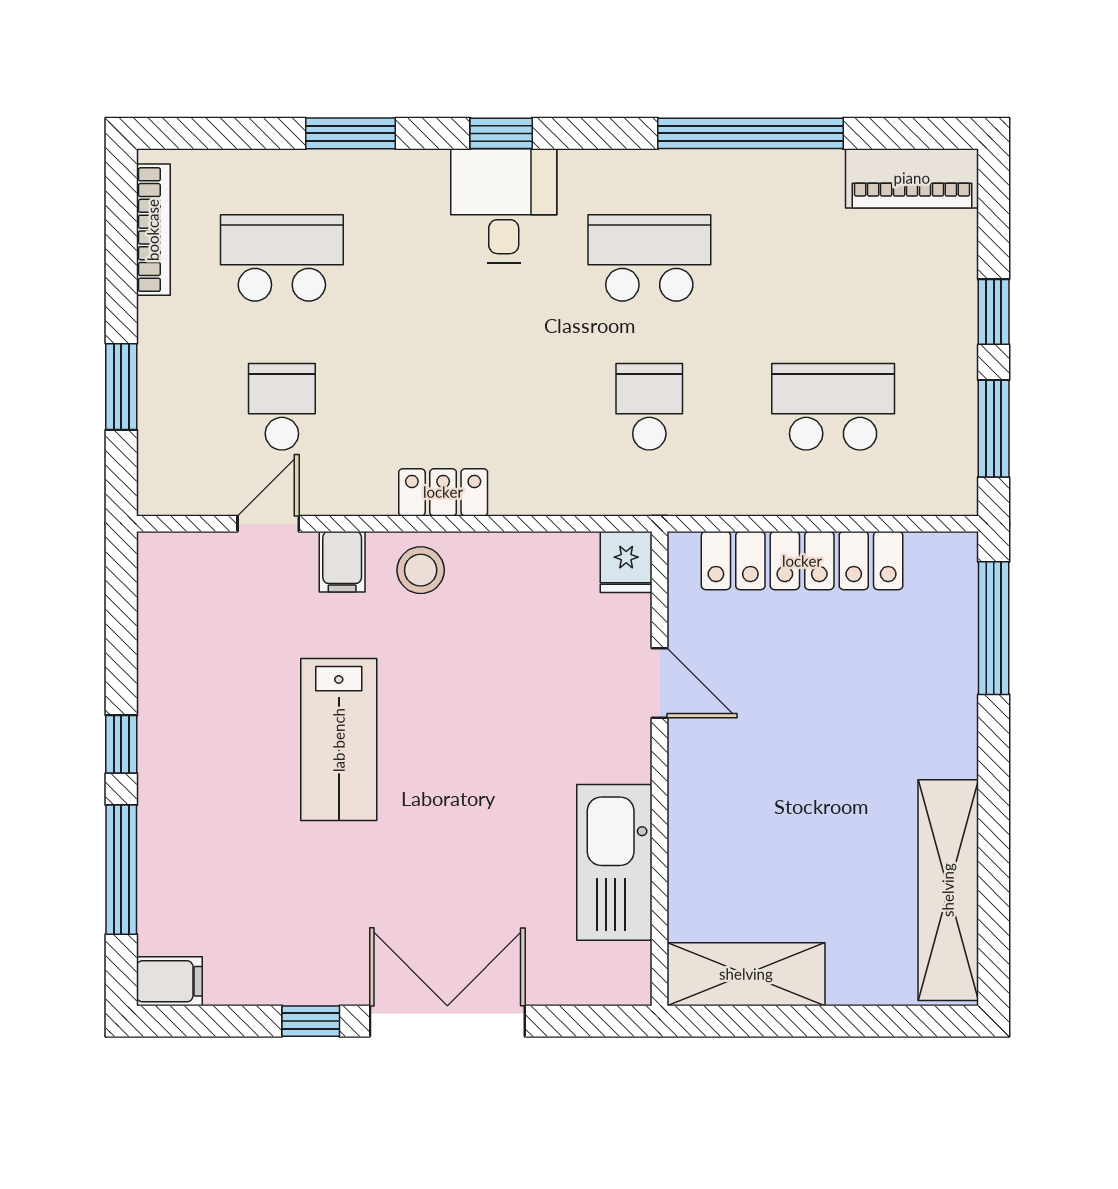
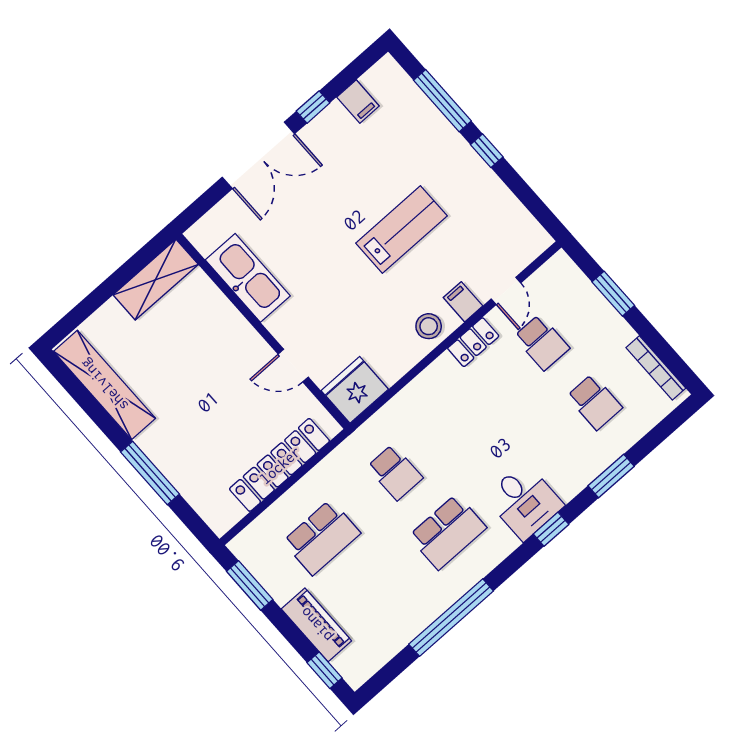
piano: (912, 178) -> (316, 625), moved, turned 90
school desk: (282, 258) -> (595, 402), width x0.54
window: (994, 312) -> (325, 670), moved
locker: (443, 492) -> (473, 342), moved
fridge: (626, 562) -> (355, 390), width x1.88, depth x1.34
window: (994, 628) -> (150, 473), moved
lab bench: (339, 740) -> (401, 230), turned 90
filing cabinet: (169, 981) -> (358, 101), moved, turned -90

